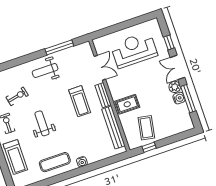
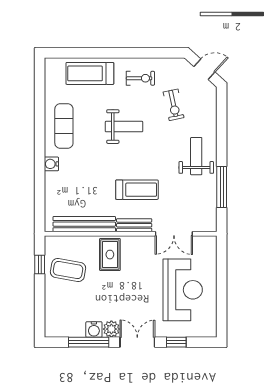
treadmill: (80, 101) -> (137, 190), turned 180

